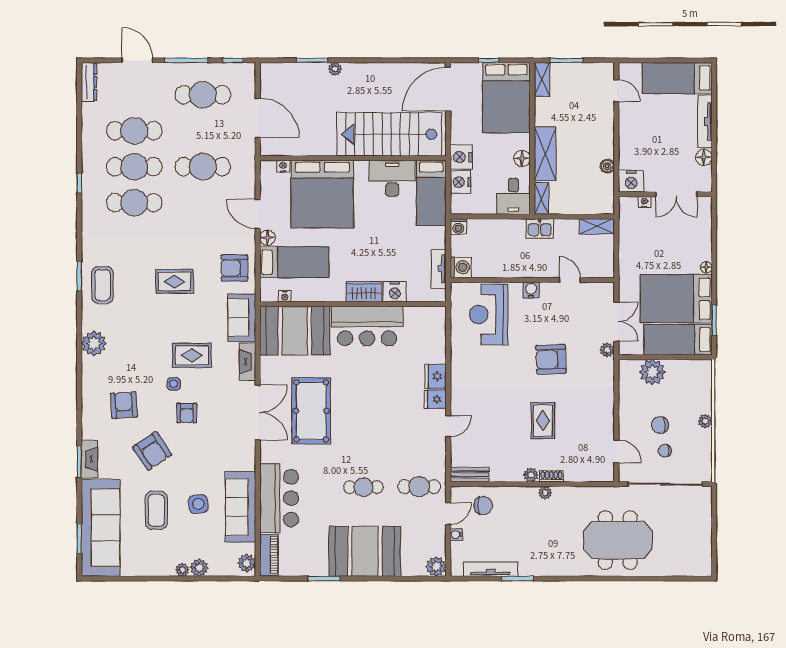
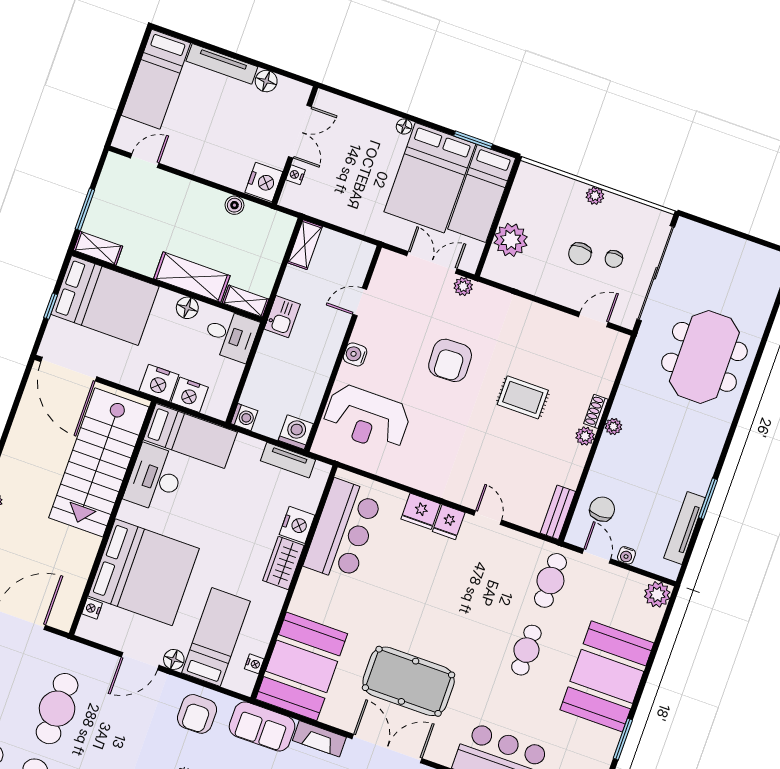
bar counter: (367, 326) -> (343, 530), moved

